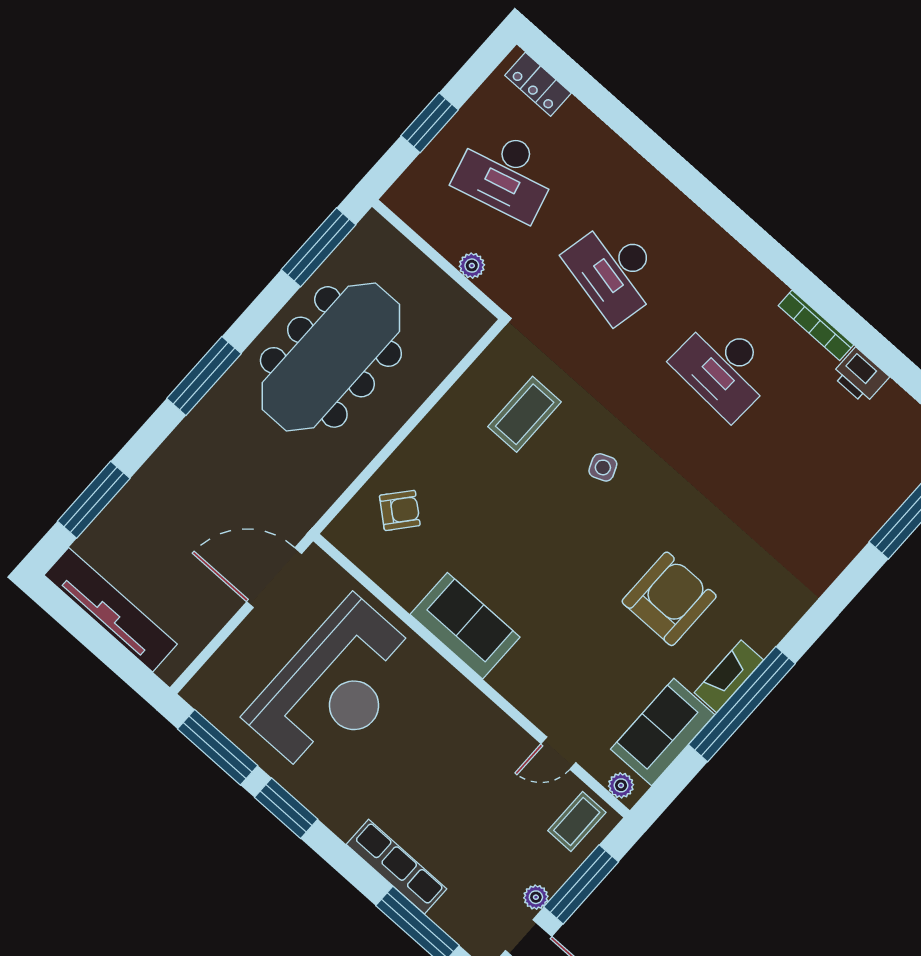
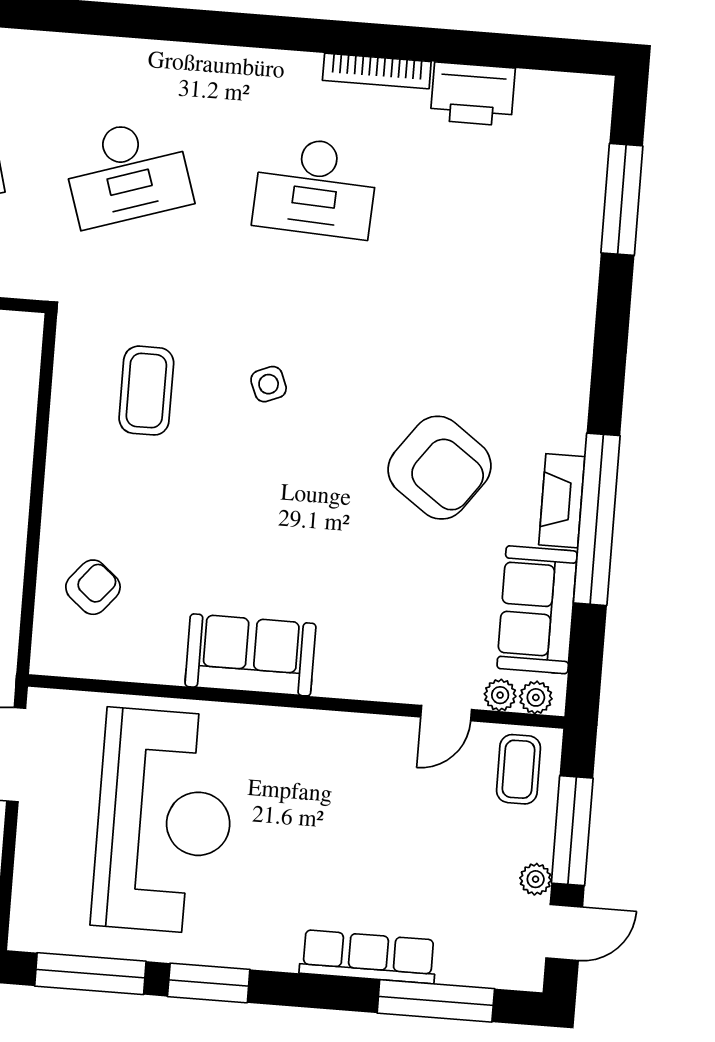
desk: (615, 271) -> (127, 172), turned -30
printer: (860, 376) -> (473, 94), width x1.37, depth x1.19
armchair: (669, 599) -> (440, 468), turned 126
plant: (600, 767) -> (500, 695), added

